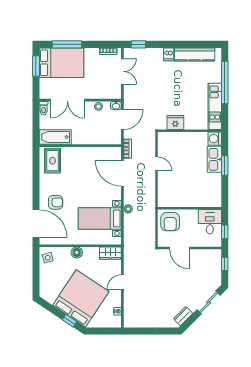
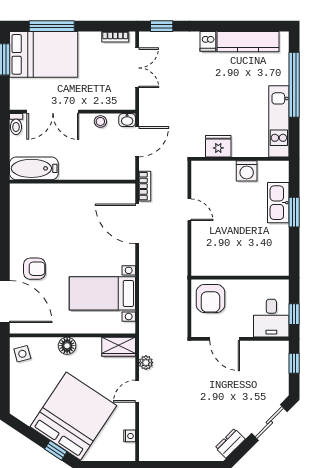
washing machine: (215, 139) -> (247, 171), moved, turned -90
rug: (52, 161) -> (30, 205), removed
plant: (128, 209) -> (146, 363), moved
desk: (210, 222) -> (271, 318), moved, turned 180

